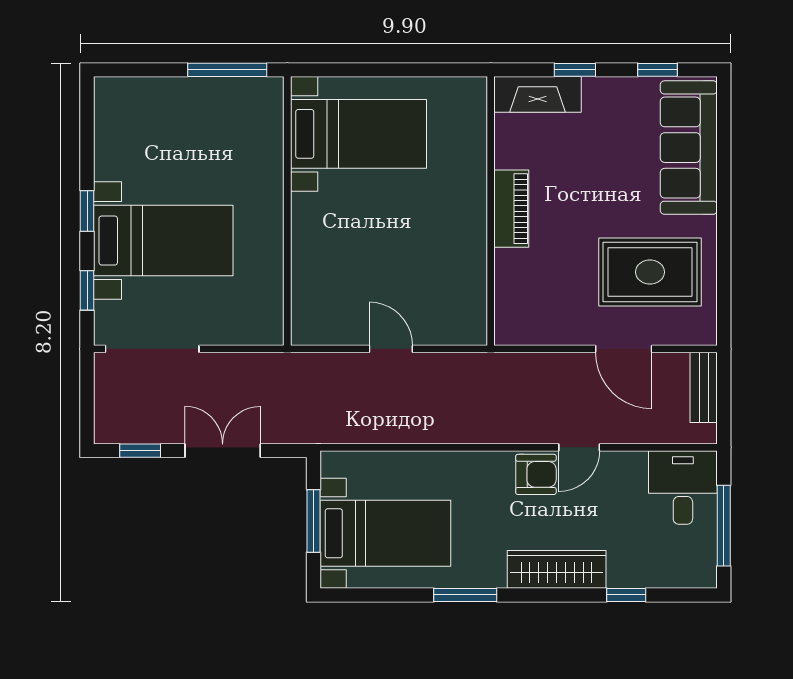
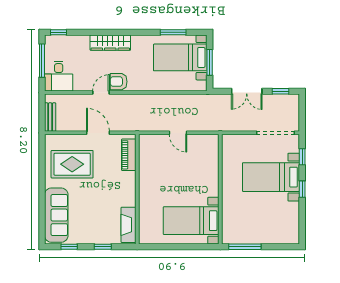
fireplace: (538, 94) -> (129, 225), moved, turned -90
piano: (511, 209) -> (129, 155), moved
door: (624, 349) -> (98, 133), moved
window: (465, 595) -> (173, 32), moved
window: (626, 595) -> (59, 32), moved

